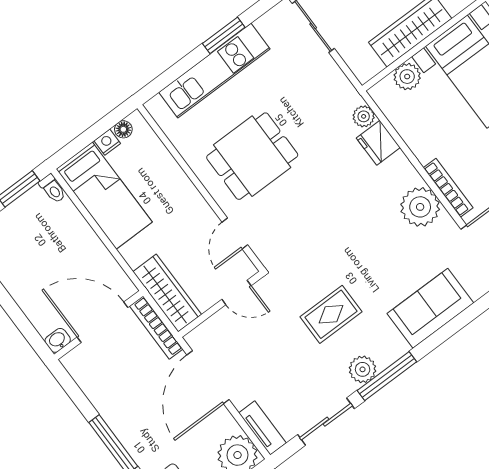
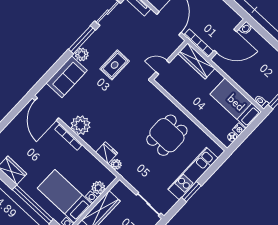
door: (235, 234) -> (169, 96), removed
plant: (363, 369) -> (82, 54), moved

